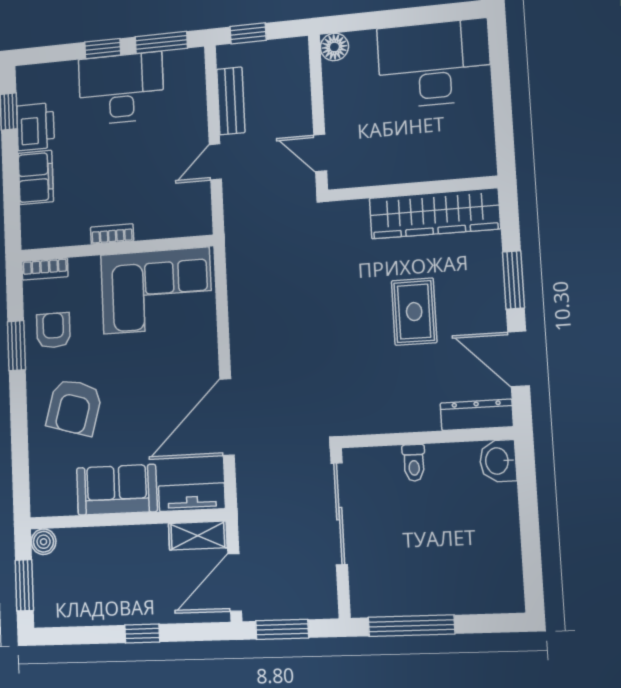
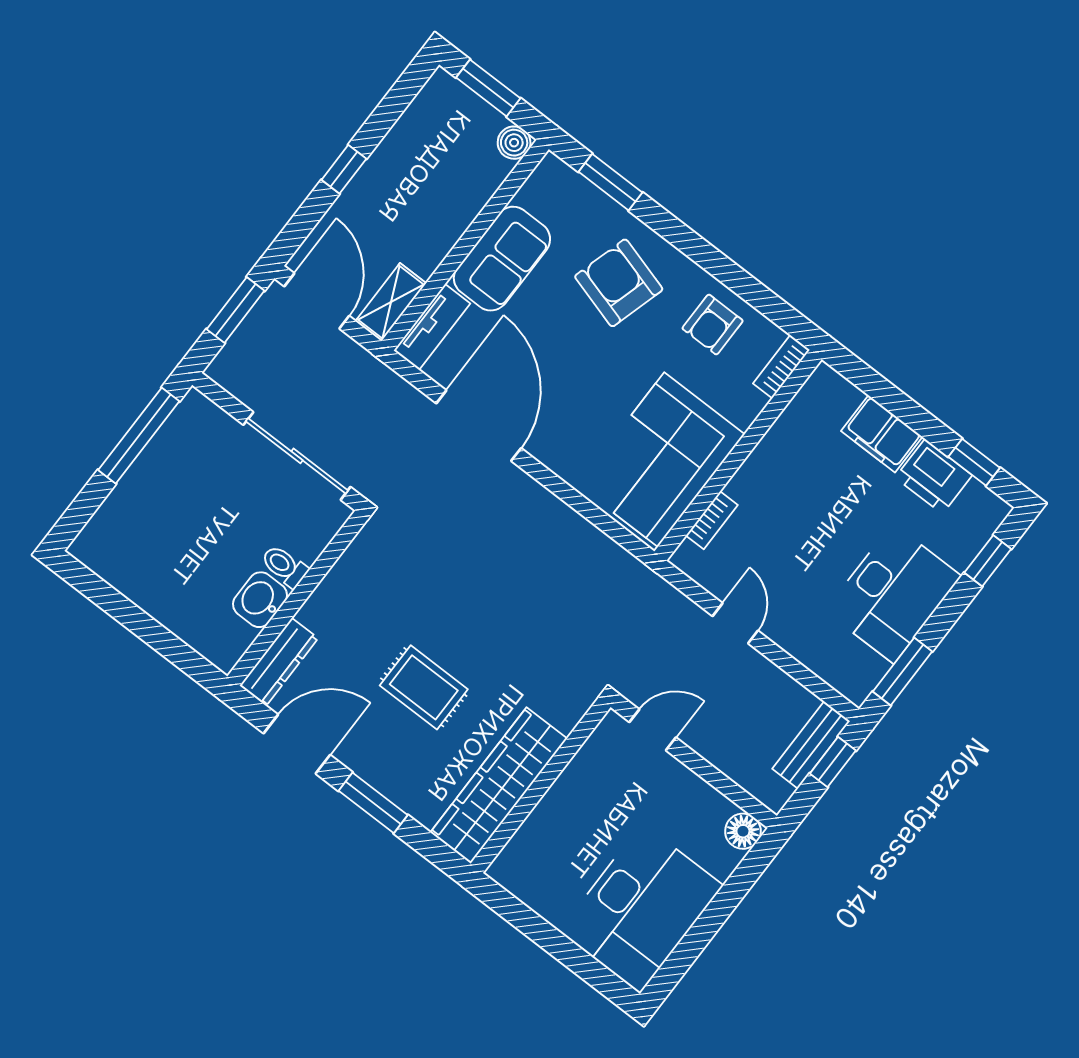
window: (103, 49) -> (988, 561), moved
bench: (231, 101) -> (811, 745), moved, turned 90
bookcase: (112, 234) -> (712, 520), moved
armchair: (53, 330) -> (713, 325), turned 90
window: (16, 346) -> (610, 182), moved
washbasin: (498, 461) -> (260, 600), moved, turned -90

